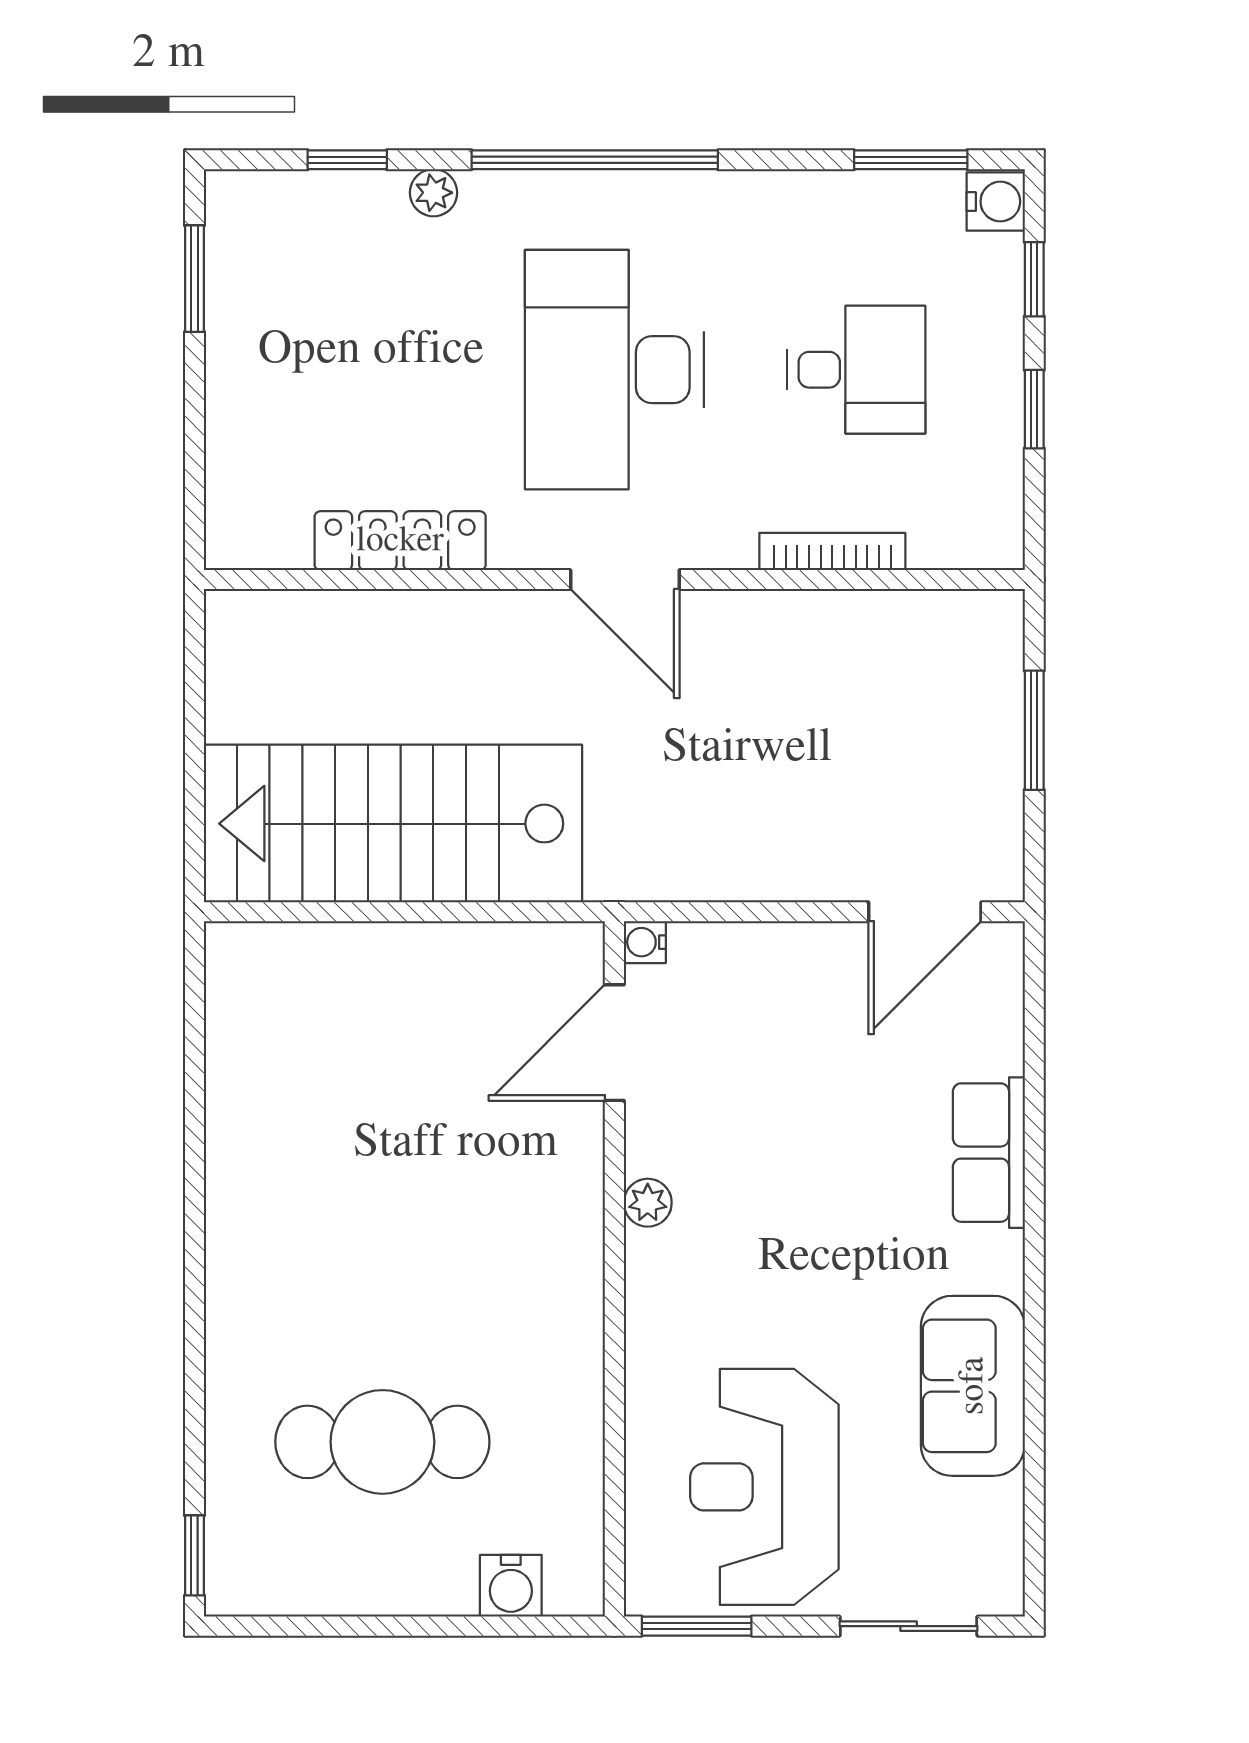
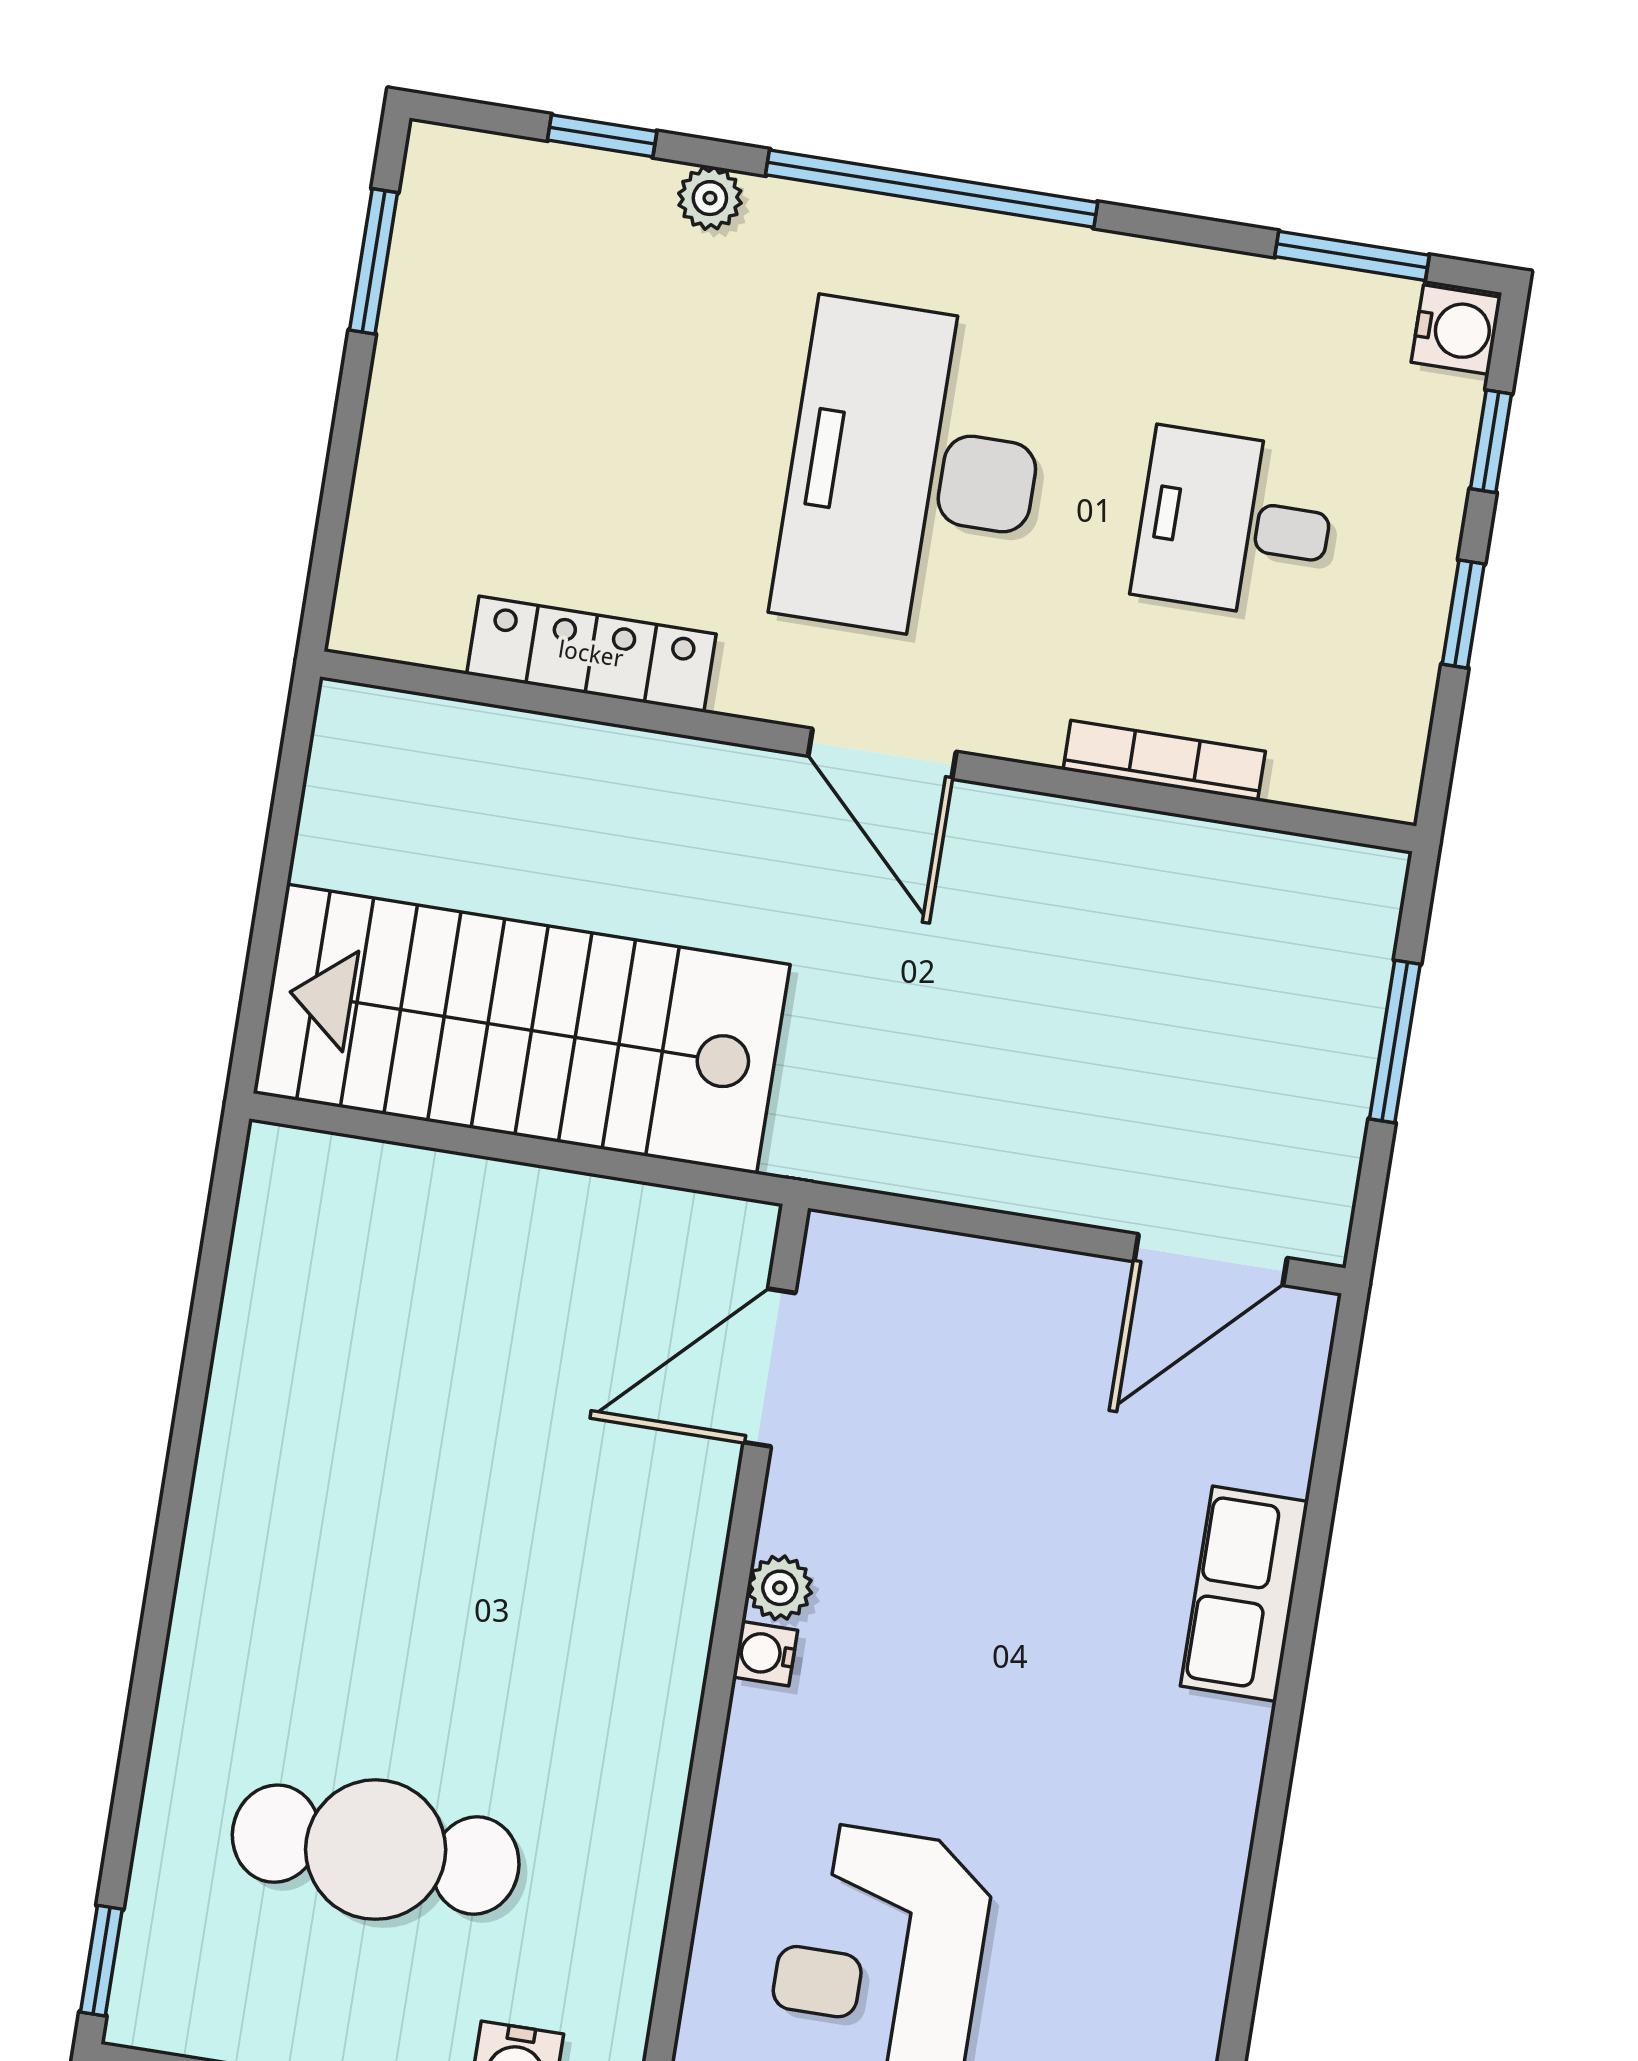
desk: (856, 370) -> (1235, 524), turned 180
water cooler: (645, 942) -> (765, 1654), moved
sofa: (973, 1386) -> (1173, 1901), removed

